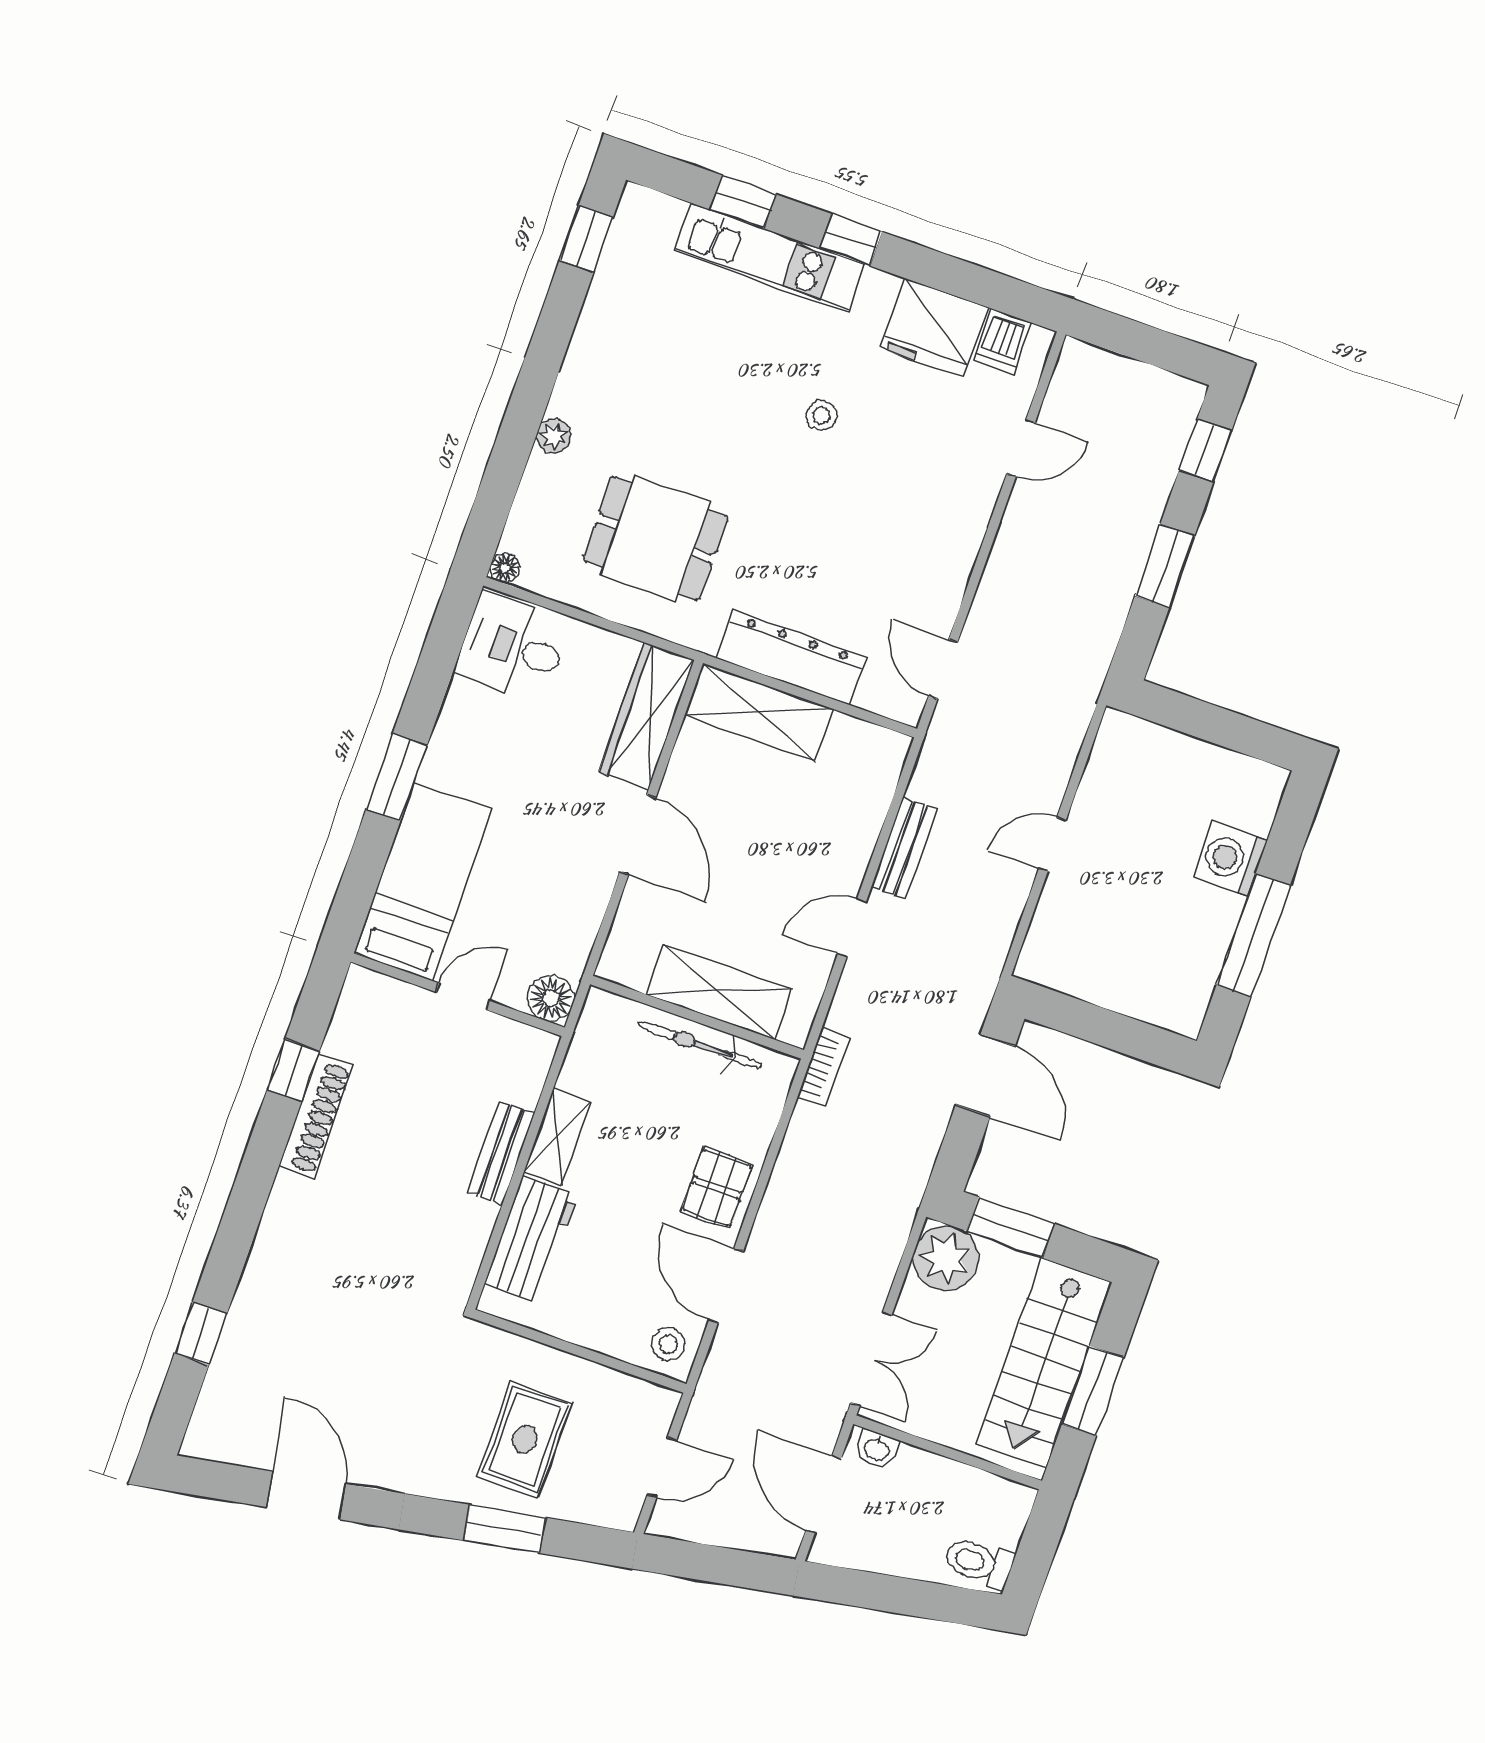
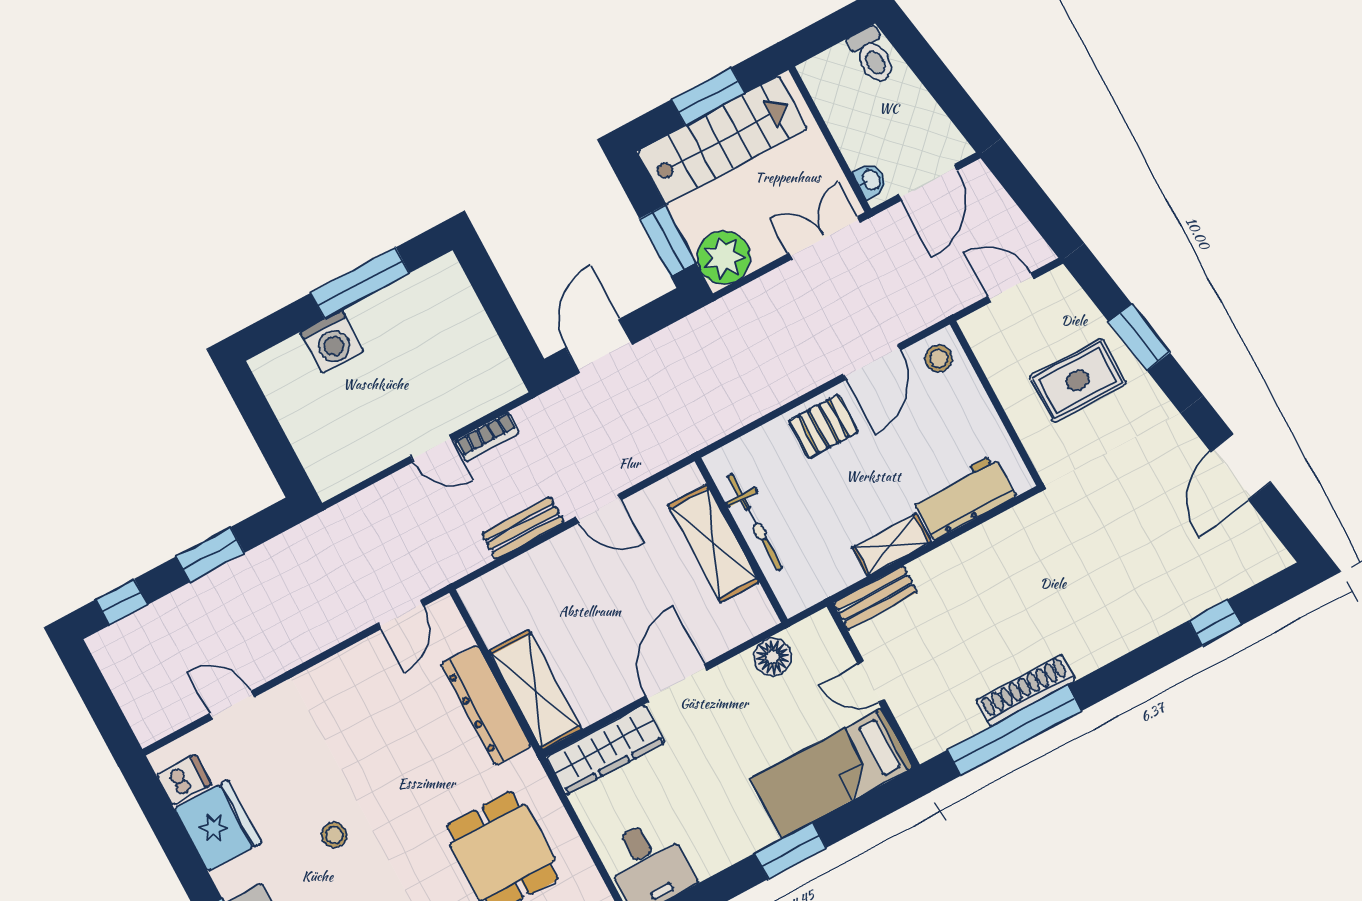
floor lamp: (551, 998) -> (773, 657), moved
bookcase: (824, 1067) -> (487, 437), moved, turned 180
window: (293, 1070) -> (1014, 731), width x3.17
bench: (501, 1153) -> (875, 598), moved

